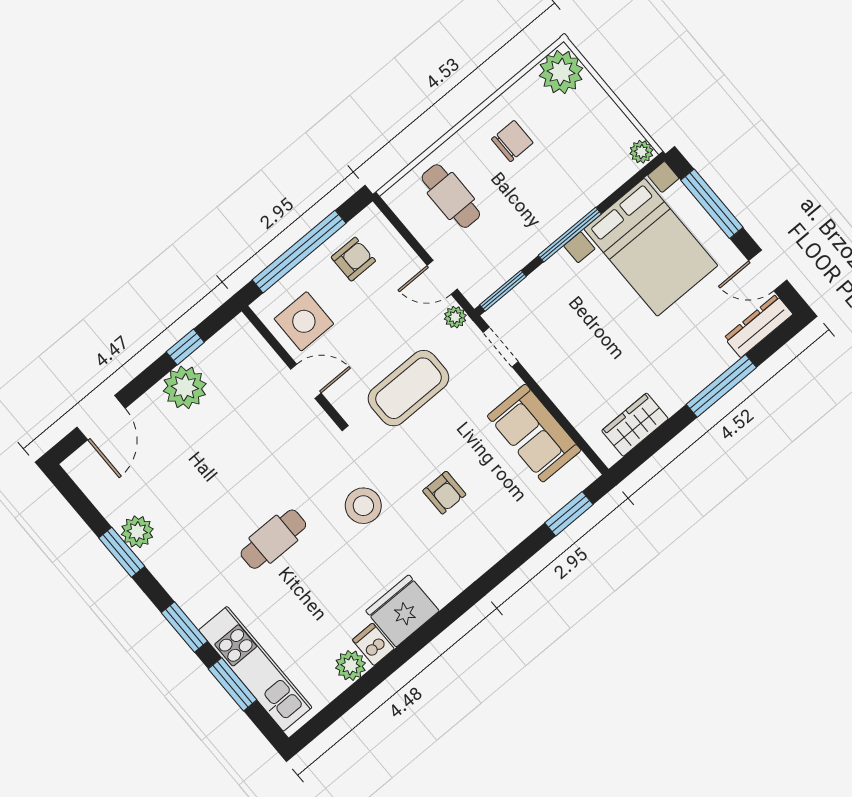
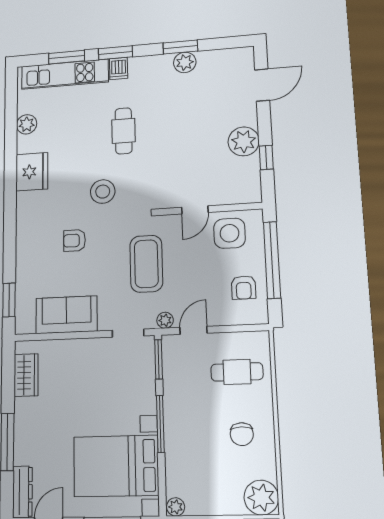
door: (101, 418) -> (262, 85), swing flipped
dishwasher: (373, 644) -> (119, 69), moved, turned 90

